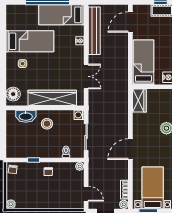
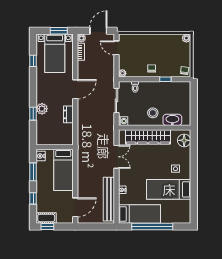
double door: (86, 76) -> (116, 157), swing flipped
wardrobe: (139, 101) -> (67, 134), removed
dresser: (138, 122) -> (68, 114), added

